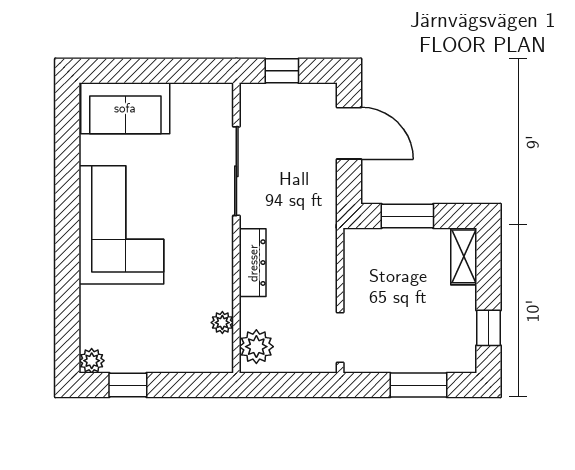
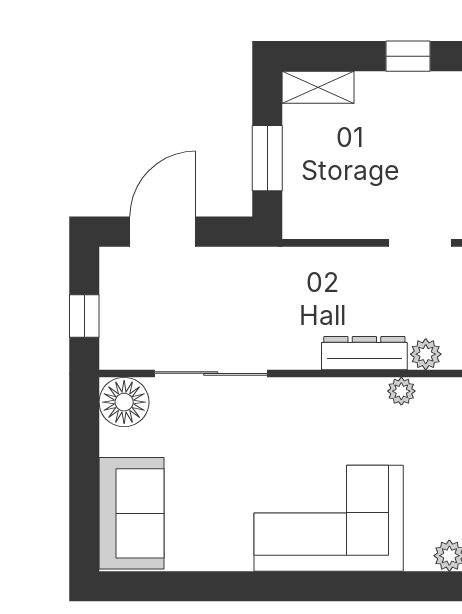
floor lamp: (214, 102) -> (124, 402), added
corner sofa: (121, 225) -> (329, 518), moved
dresser: (253, 263) -> (364, 353), moved
plant: (256, 347) -> (426, 354), width x0.73, depth x0.73

